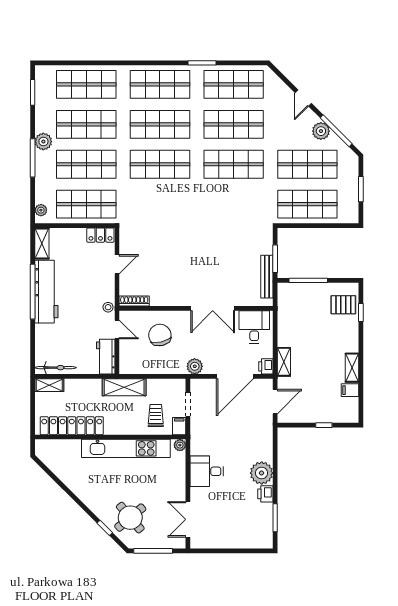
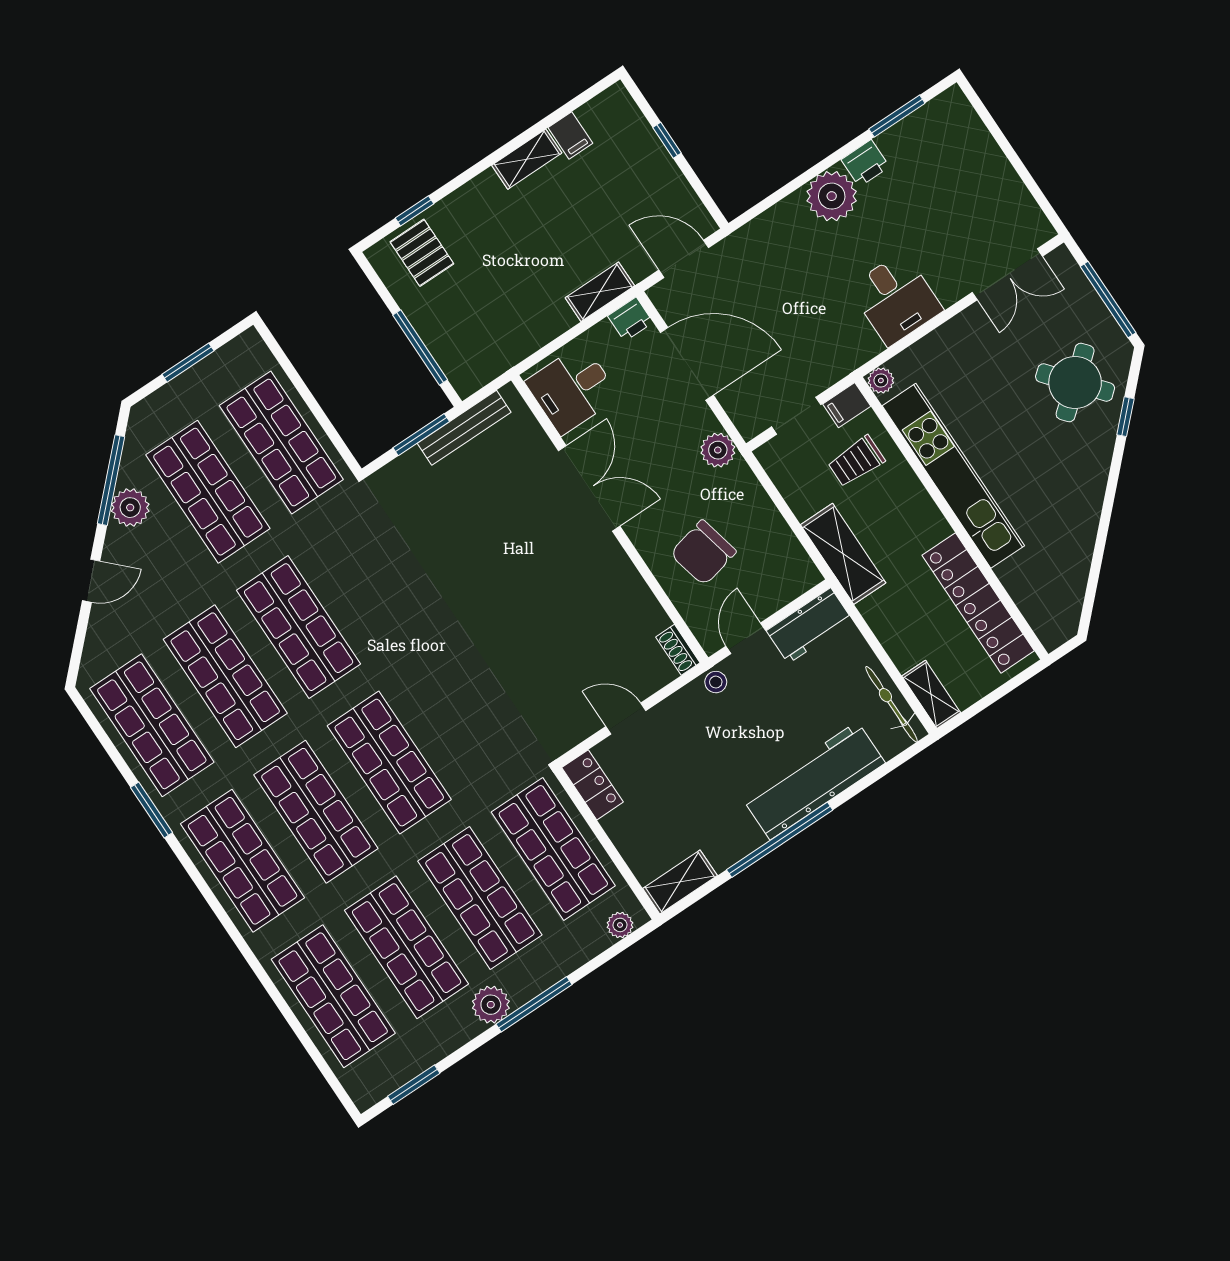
workbench: (46, 292) -> (814, 781), moved
shoe rack: (134, 301) -> (678, 650), width x0.70

